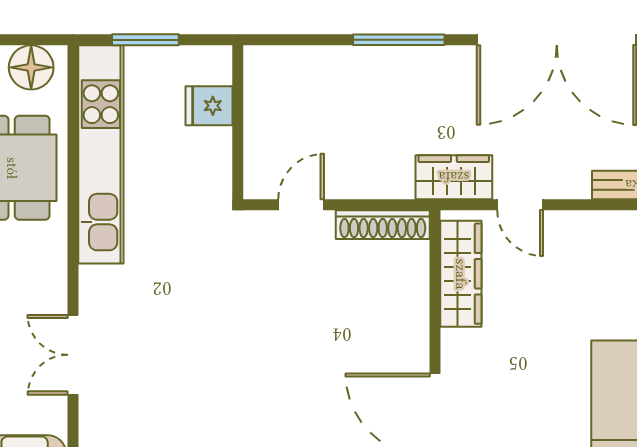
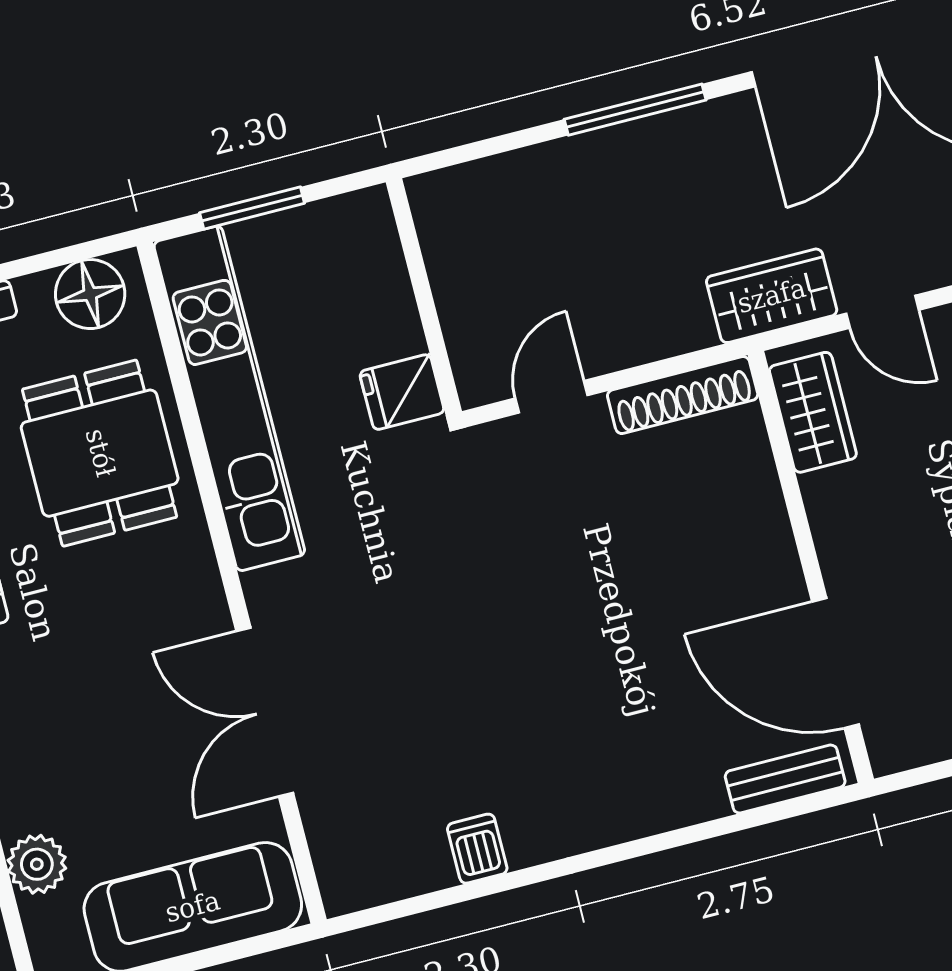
fridge: (209, 106) -> (402, 392), moved
wardrobe: (461, 274) -> (813, 412), width x0.67
double door: (73, 355) -> (265, 712), width x1.37

